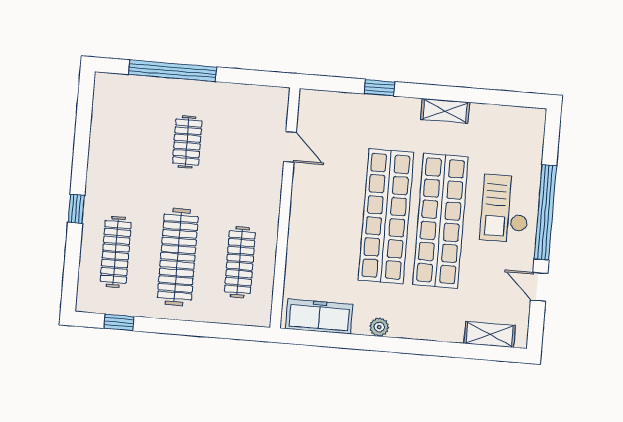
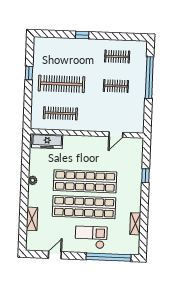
shelving: (445, 111) -> (135, 224), moved
window: (545, 212) -> (109, 257), moved
clothes rail: (116, 252) -> (117, 57), moved, width x0.73
freezer: (319, 317) -> (47, 141), moved, turned 90
window: (119, 322) -> (29, 73), moved
shelving: (490, 334) -> (32, 219), moved

